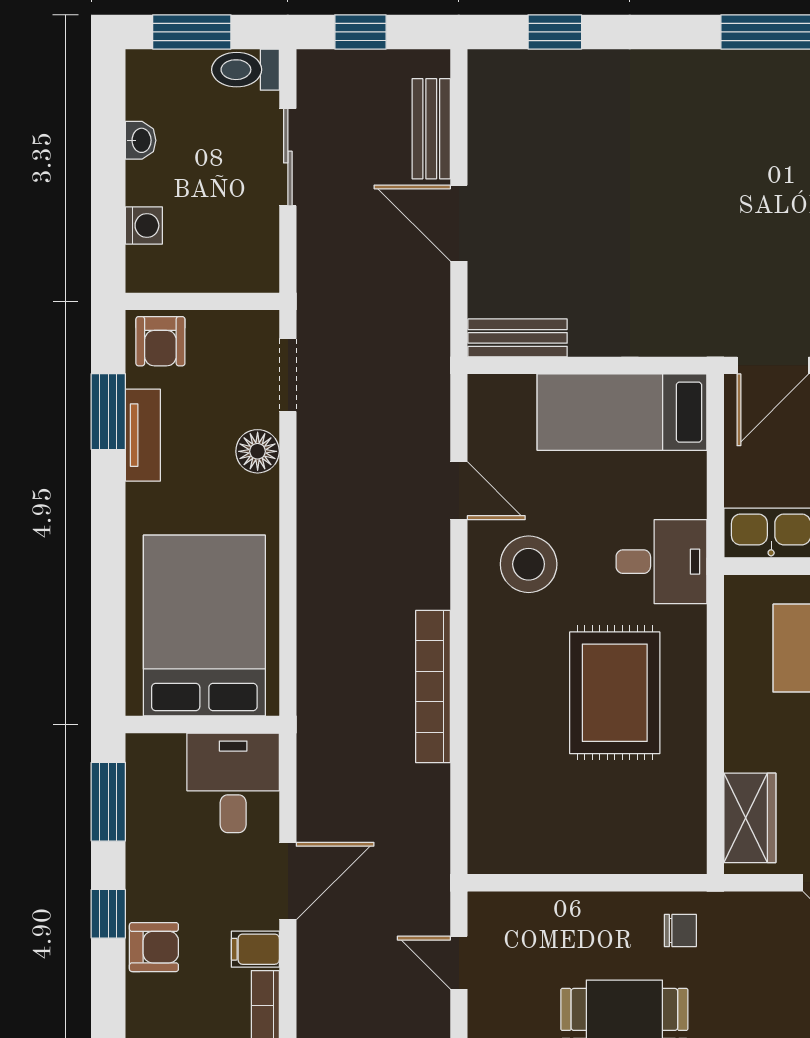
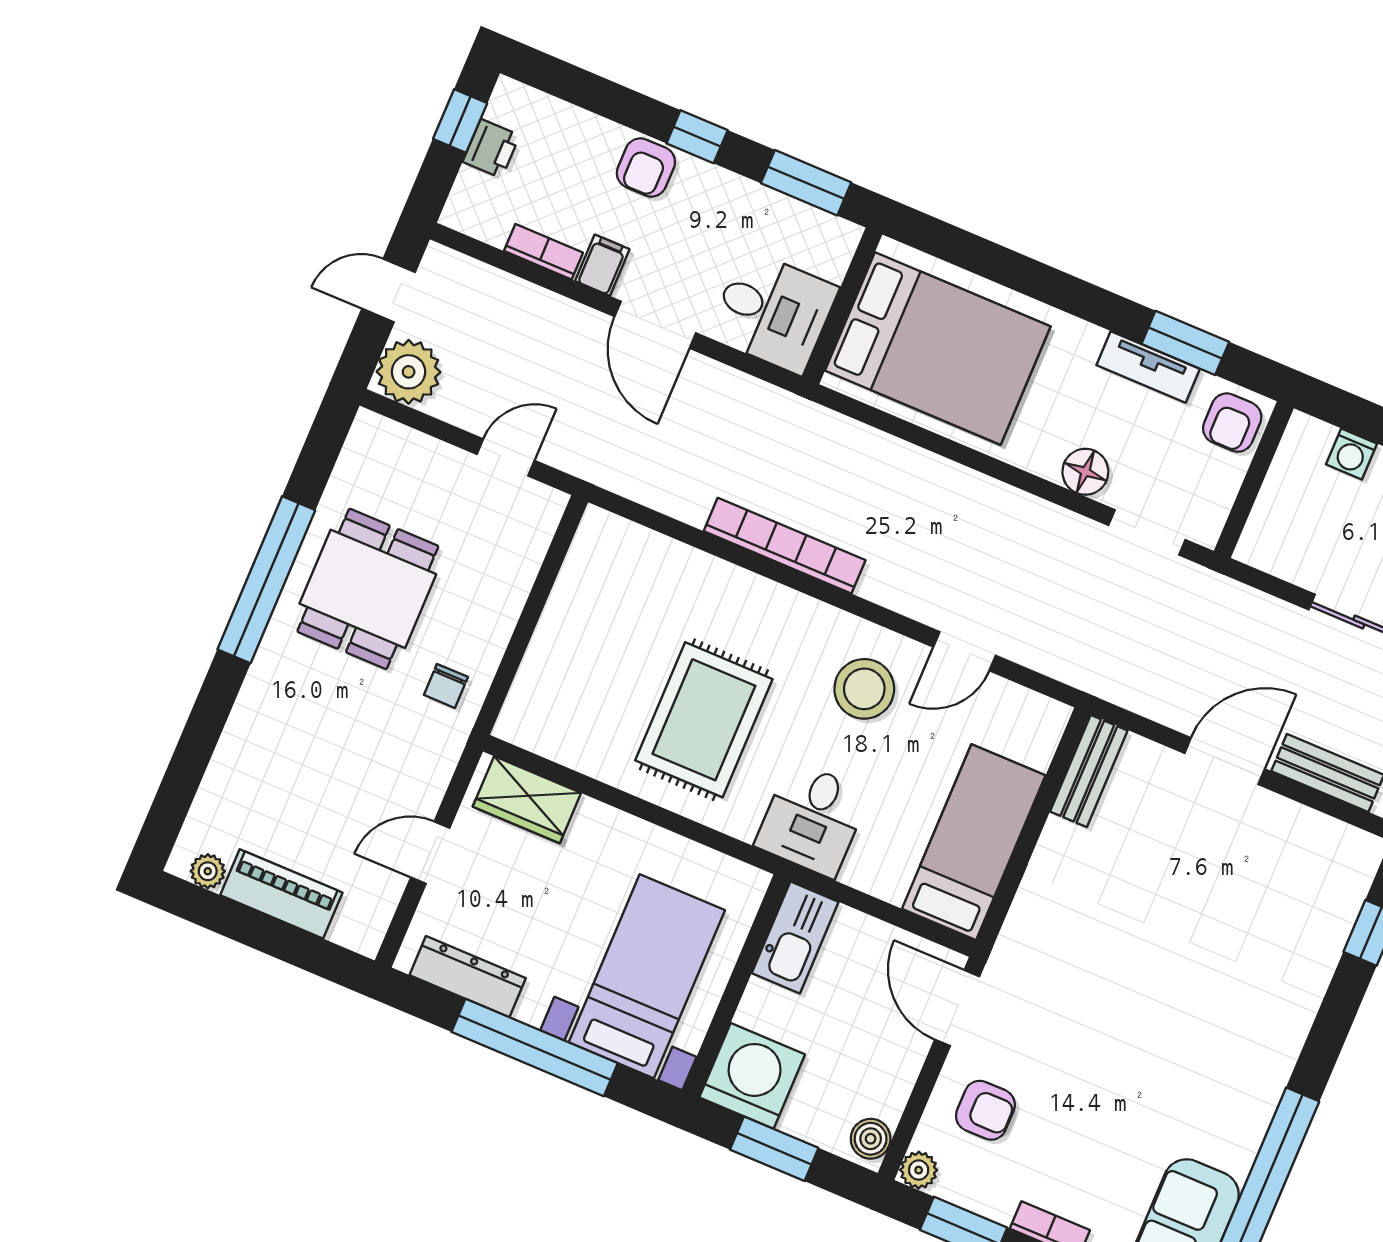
armchair: (160, 341) -> (1232, 423), turned -90
rug: (615, 693) -> (704, 720), turned 90

